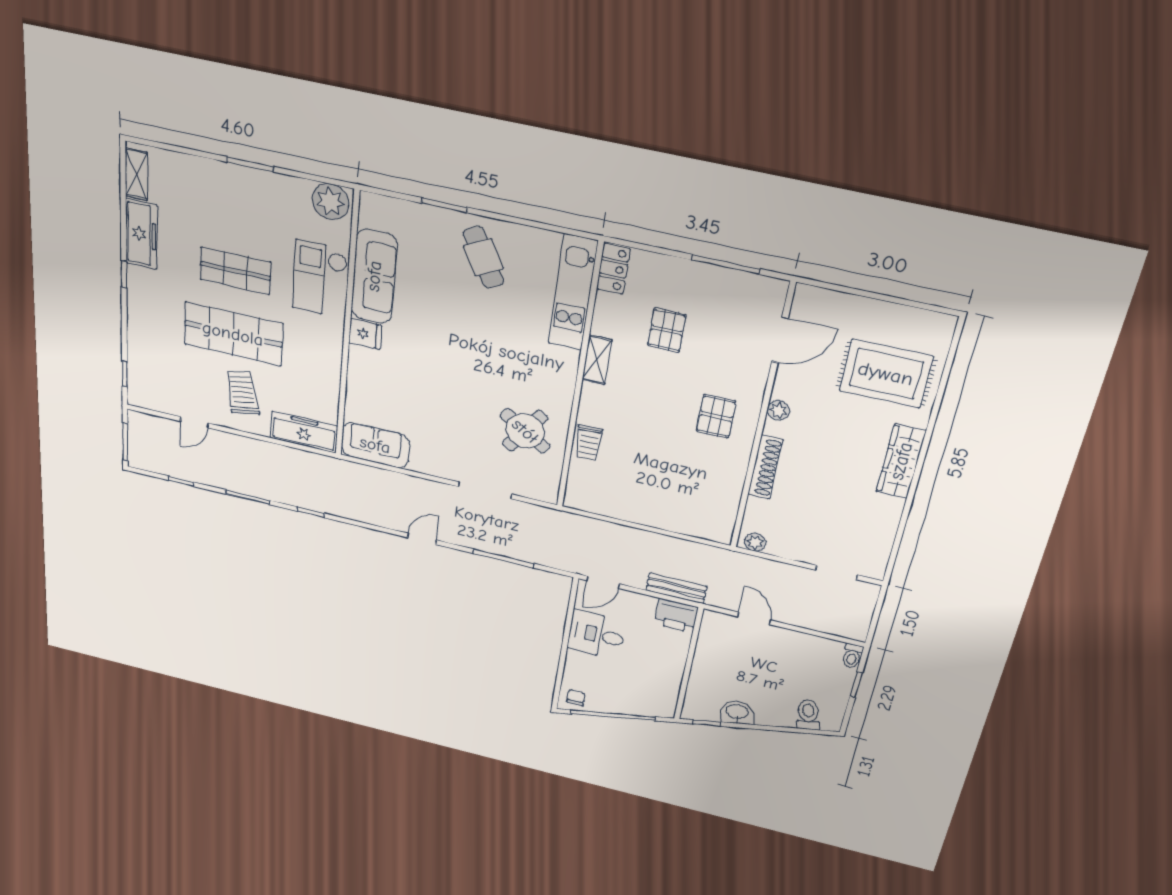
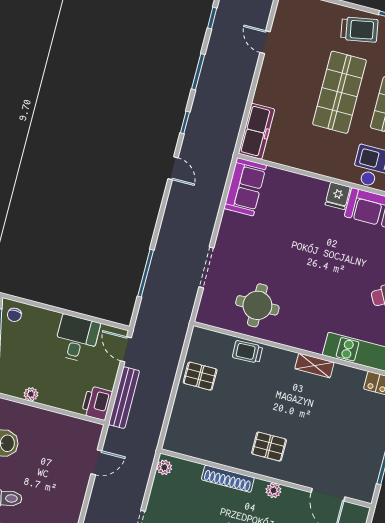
pallet: (667, 330) -> (200, 376), moved
trolley: (242, 393) -> (359, 30), moved
round table: (525, 431) -> (257, 305), turned -34
door: (422, 539) -> (173, 168), moved
bench: (676, 588) -> (124, 398), width x1.36
plant: (672, 685) -> (31, 394), added
chair: (576, 698) -> (14, 315), turned 90

